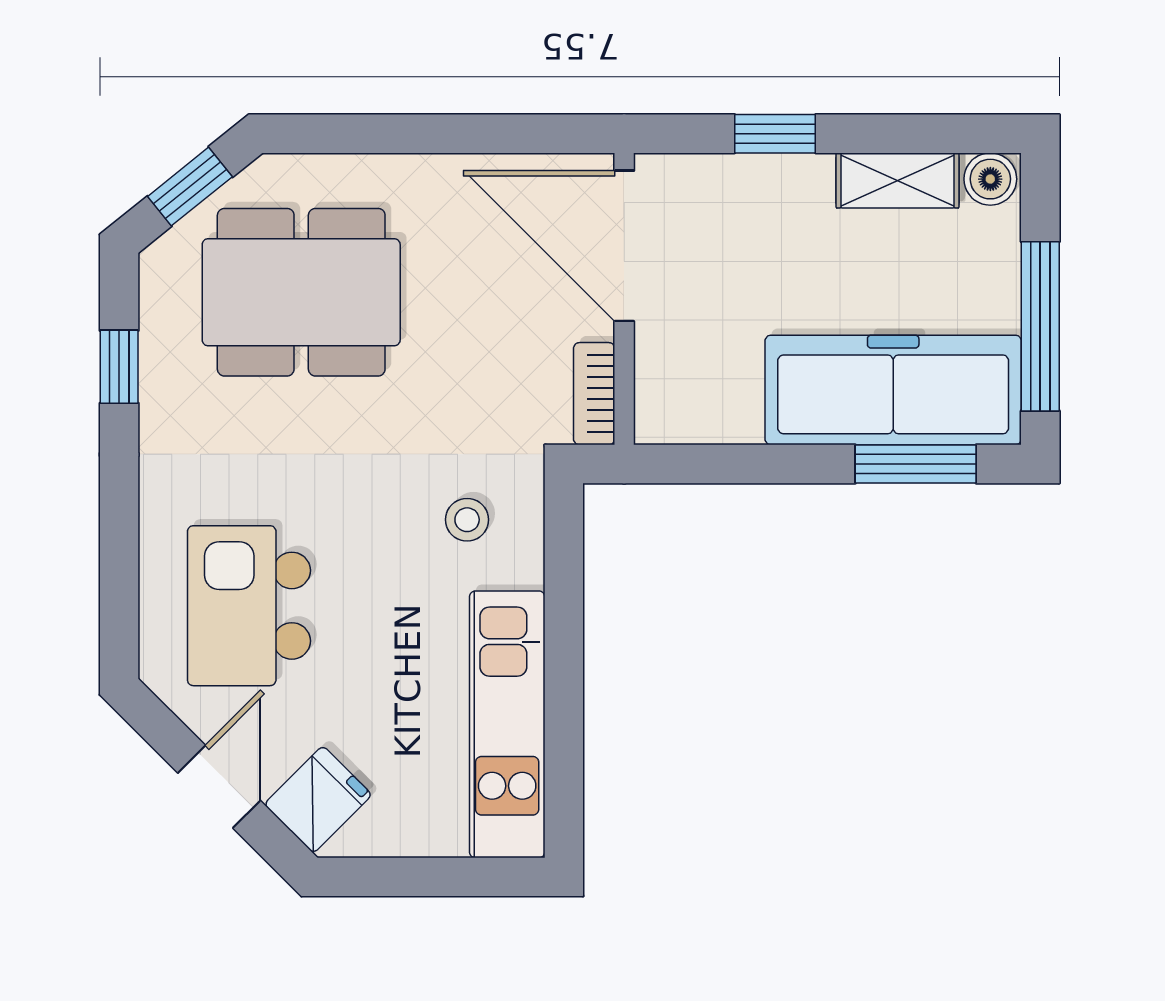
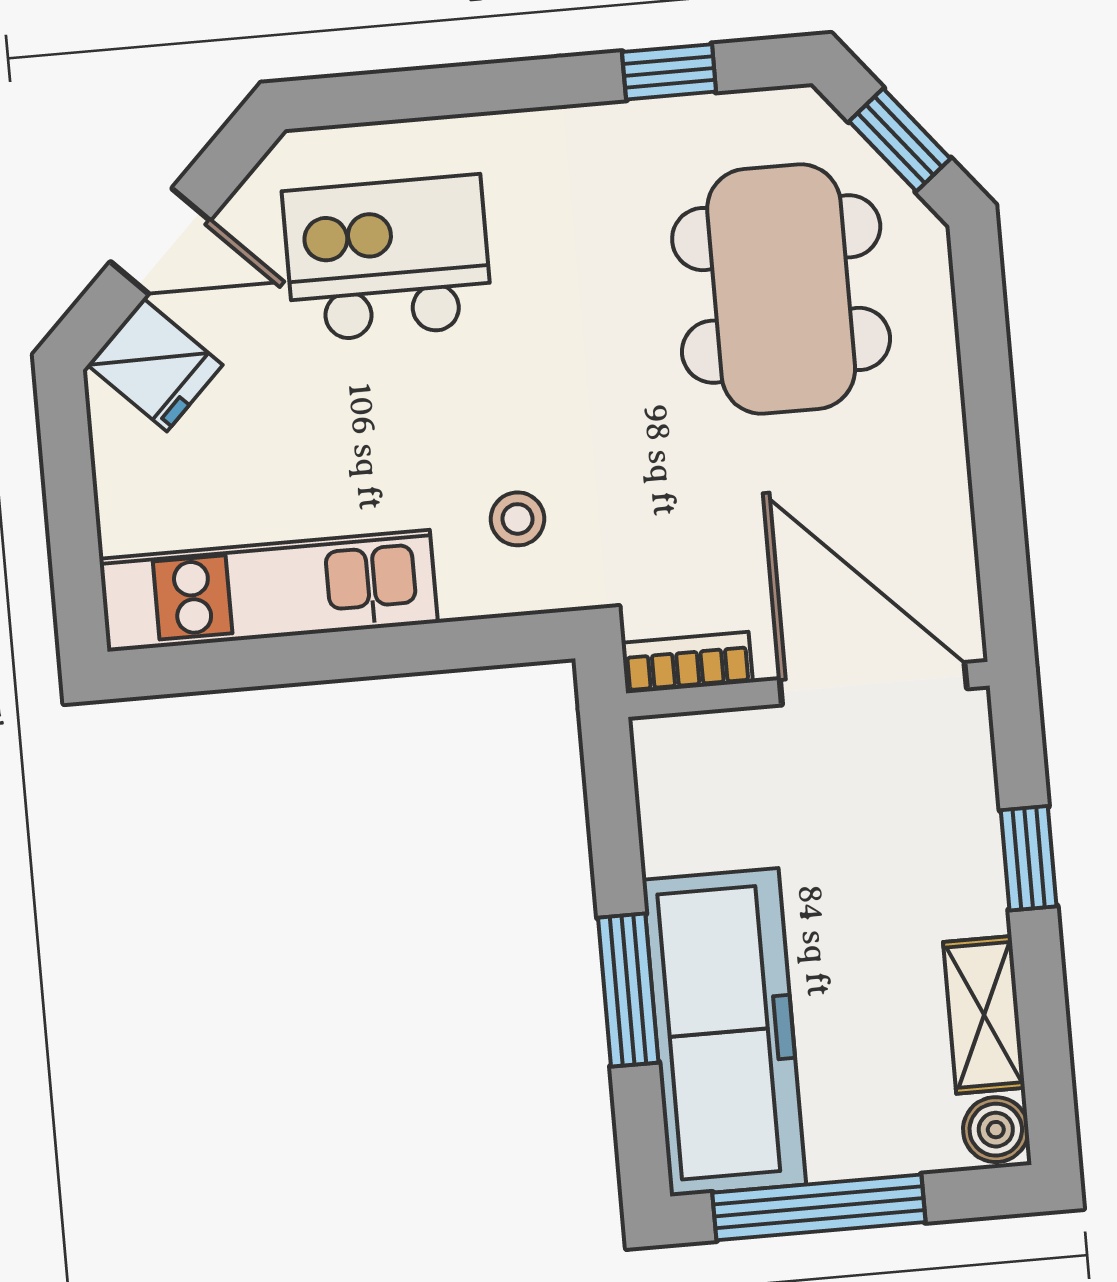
door: (624, 246) -> (873, 684), hinge flipped
window: (916, 464) -> (628, 990), moved

